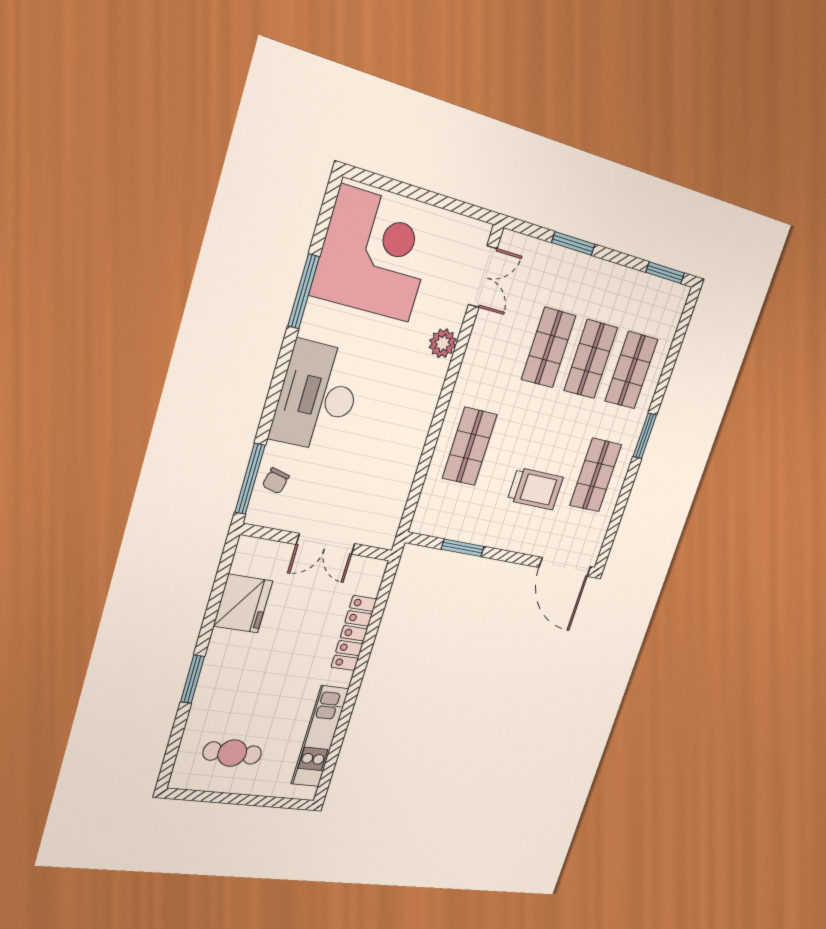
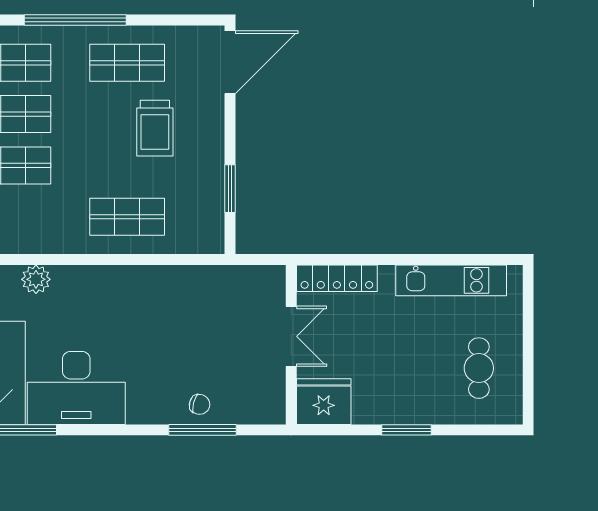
desk: (317, 397) -> (76, 388), moved
window: (645, 436) -> (75, 20), width x2.11
trolley: (535, 489) -> (155, 128), turned 180
wall: (318, 543) -> (291, 345), moved
double door: (326, 544) -> (291, 336), moved

